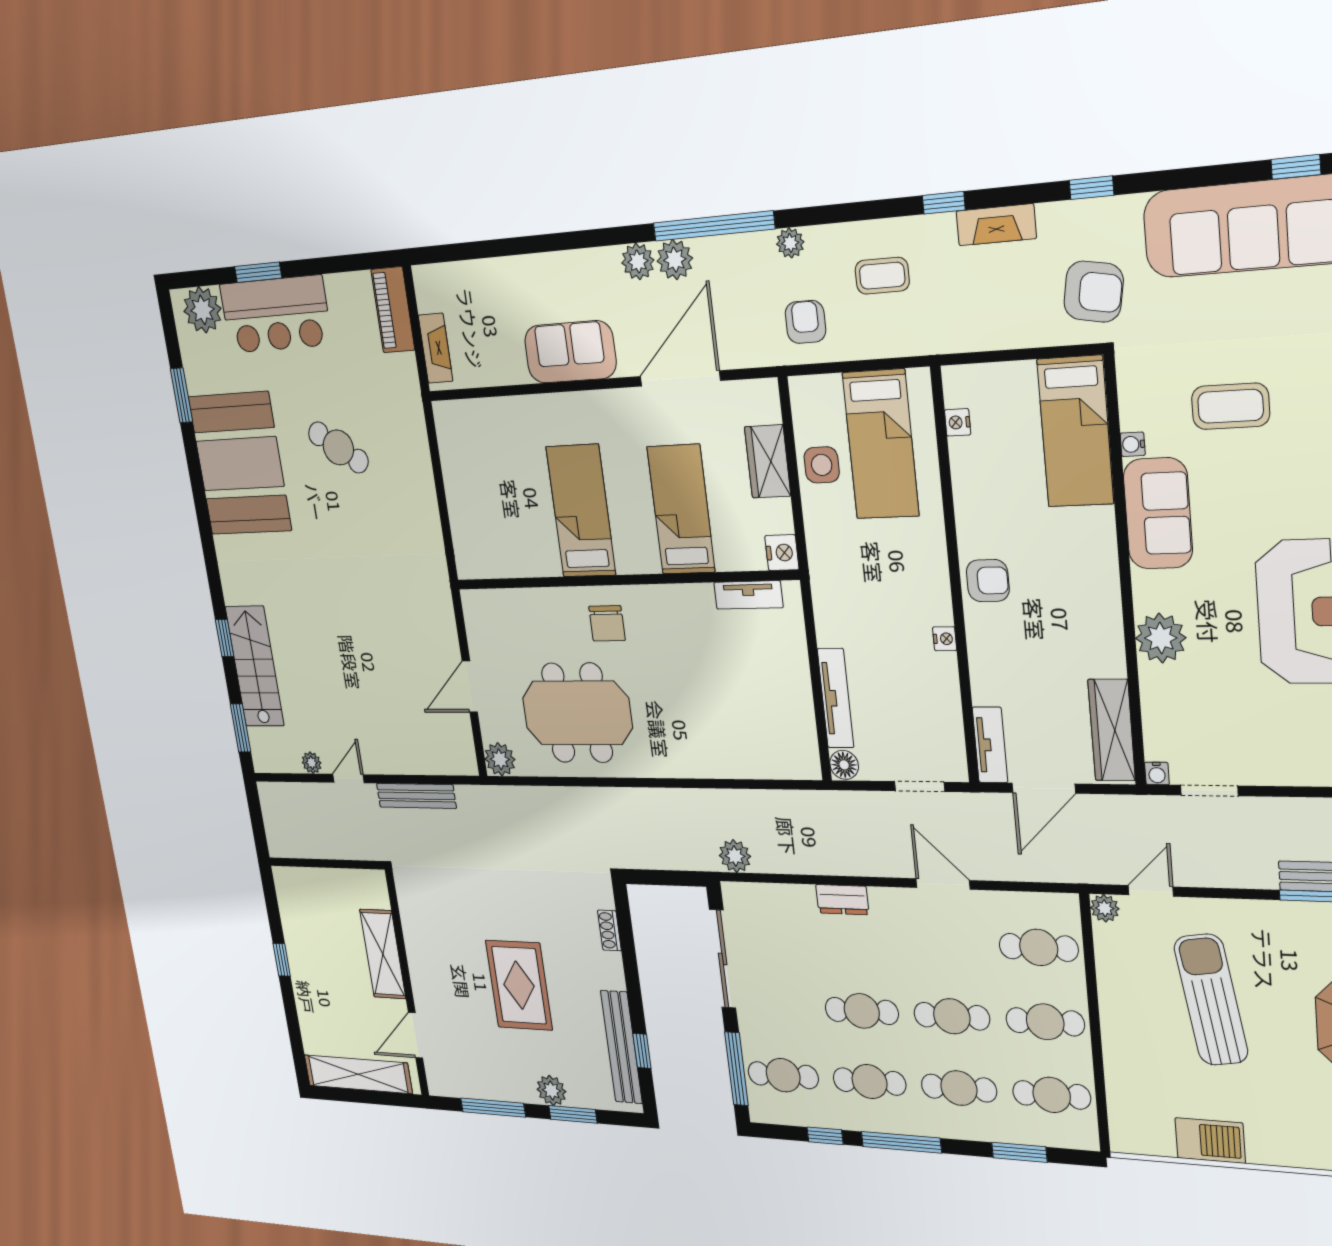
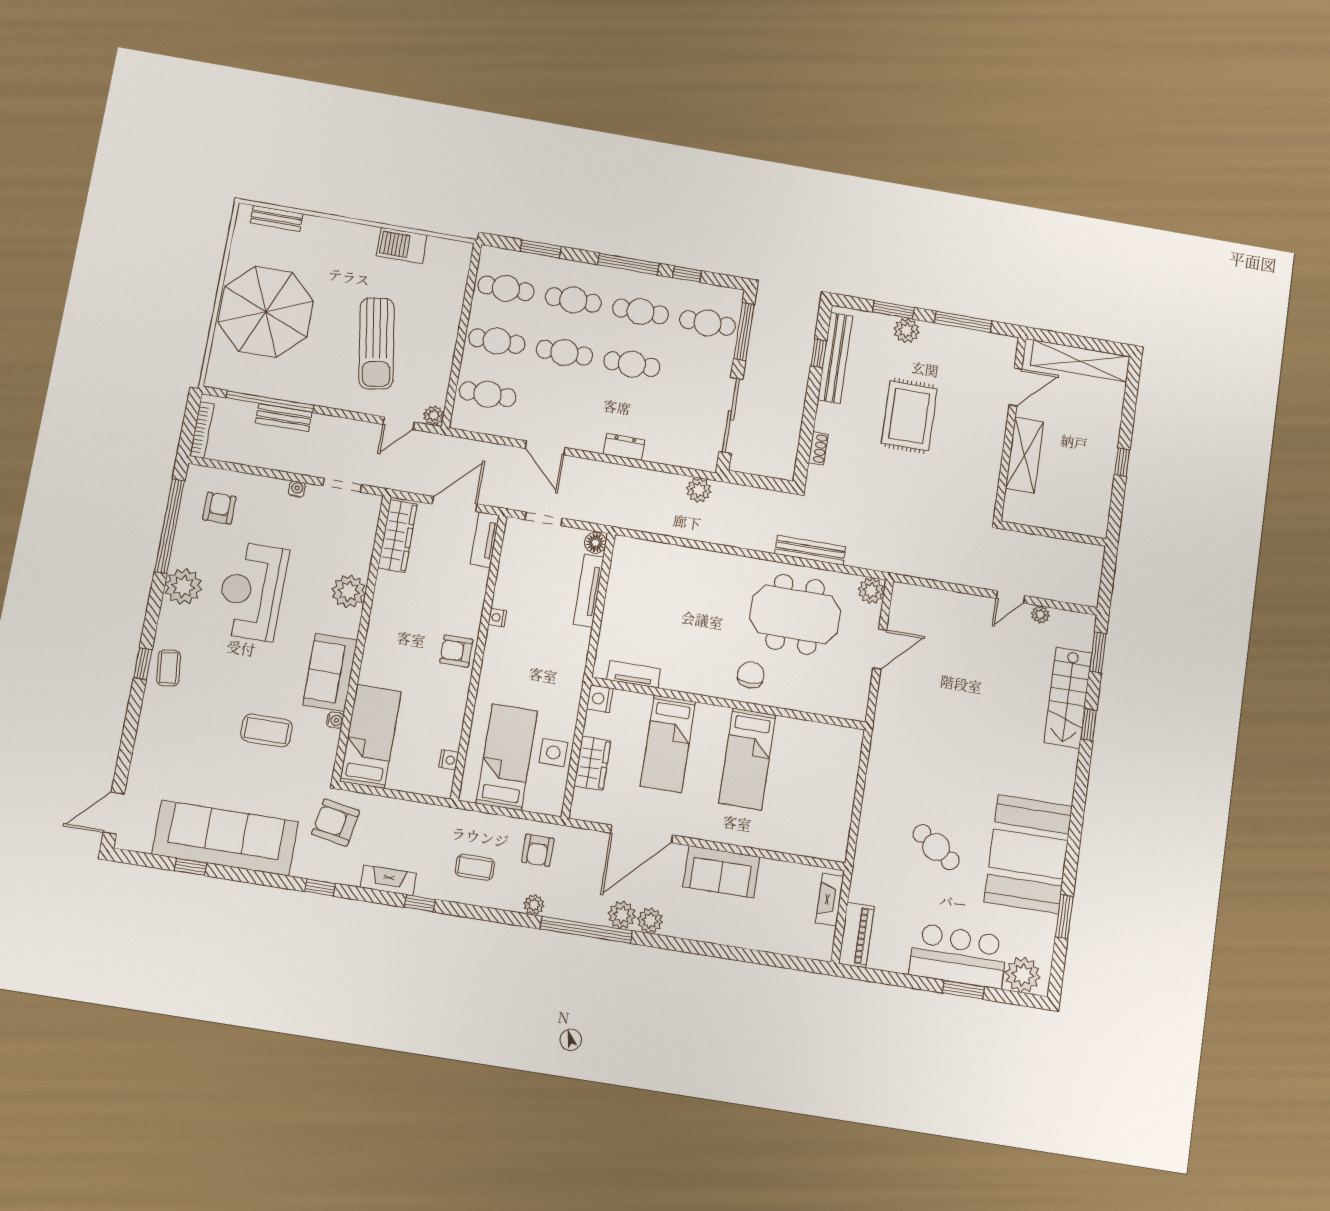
water cooler: (1157, 773) -> (297, 489), moved
bench: (416, 796) -> (810, 550), moved

